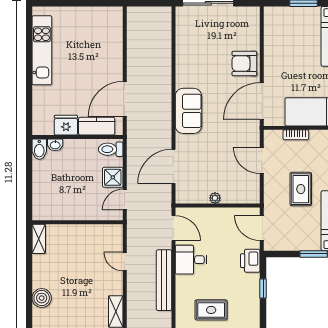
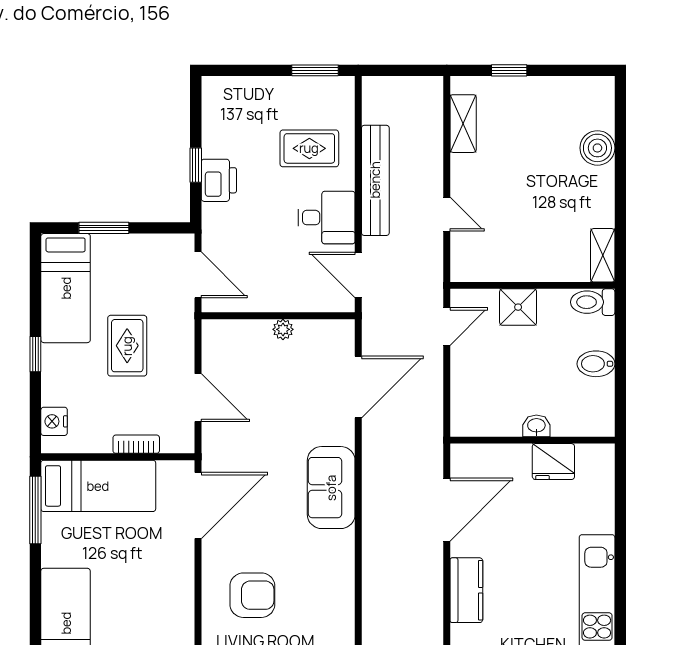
armchair: (244, 63) -> (252, 595), moved
kitchen counter: (97, 126) -> (466, 590), moved, turned -90
washbasin: (55, 145) -> (536, 426), moved
bidet: (39, 149) -> (596, 364), moved, turned -90
toilet: (111, 149) -> (593, 302), moved, turned 180
shower: (113, 177) -> (518, 307), moved
printer: (250, 261) -> (219, 180), moved
rug: (211, 310) -> (309, 148), moved

